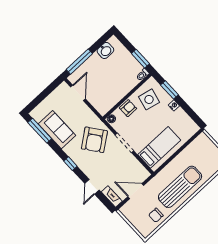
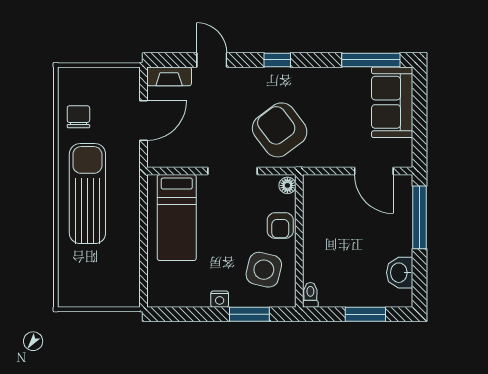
window: (140, 59) -> (365, 314), moved
sofa: (57, 130) -> (392, 102), moved, turned 90
sun lounger: (180, 187) -> (87, 194), turned 180

